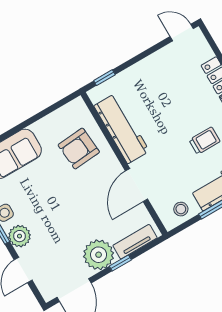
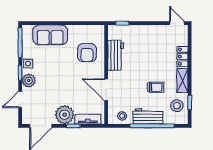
workbench: (122, 129) -> (116, 55), width x0.73
armchair: (79, 149) -> (87, 53), turned -85
door: (136, 185) -> (106, 90), hinge flipped

